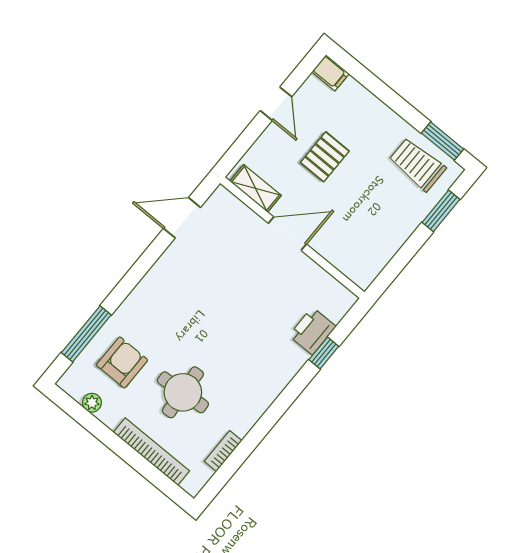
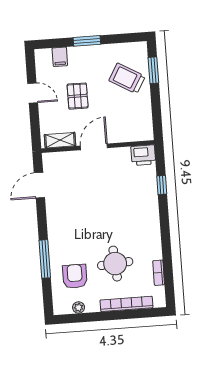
filing cabinet: (330, 73) -> (60, 57), moved, turned 90
window: (443, 141) -> (87, 41), moved
trolley: (417, 164) -> (127, 78), moved, turned 30
printer: (312, 331) -> (143, 155), moved, turned -90
window: (86, 334) -> (45, 259), moved

